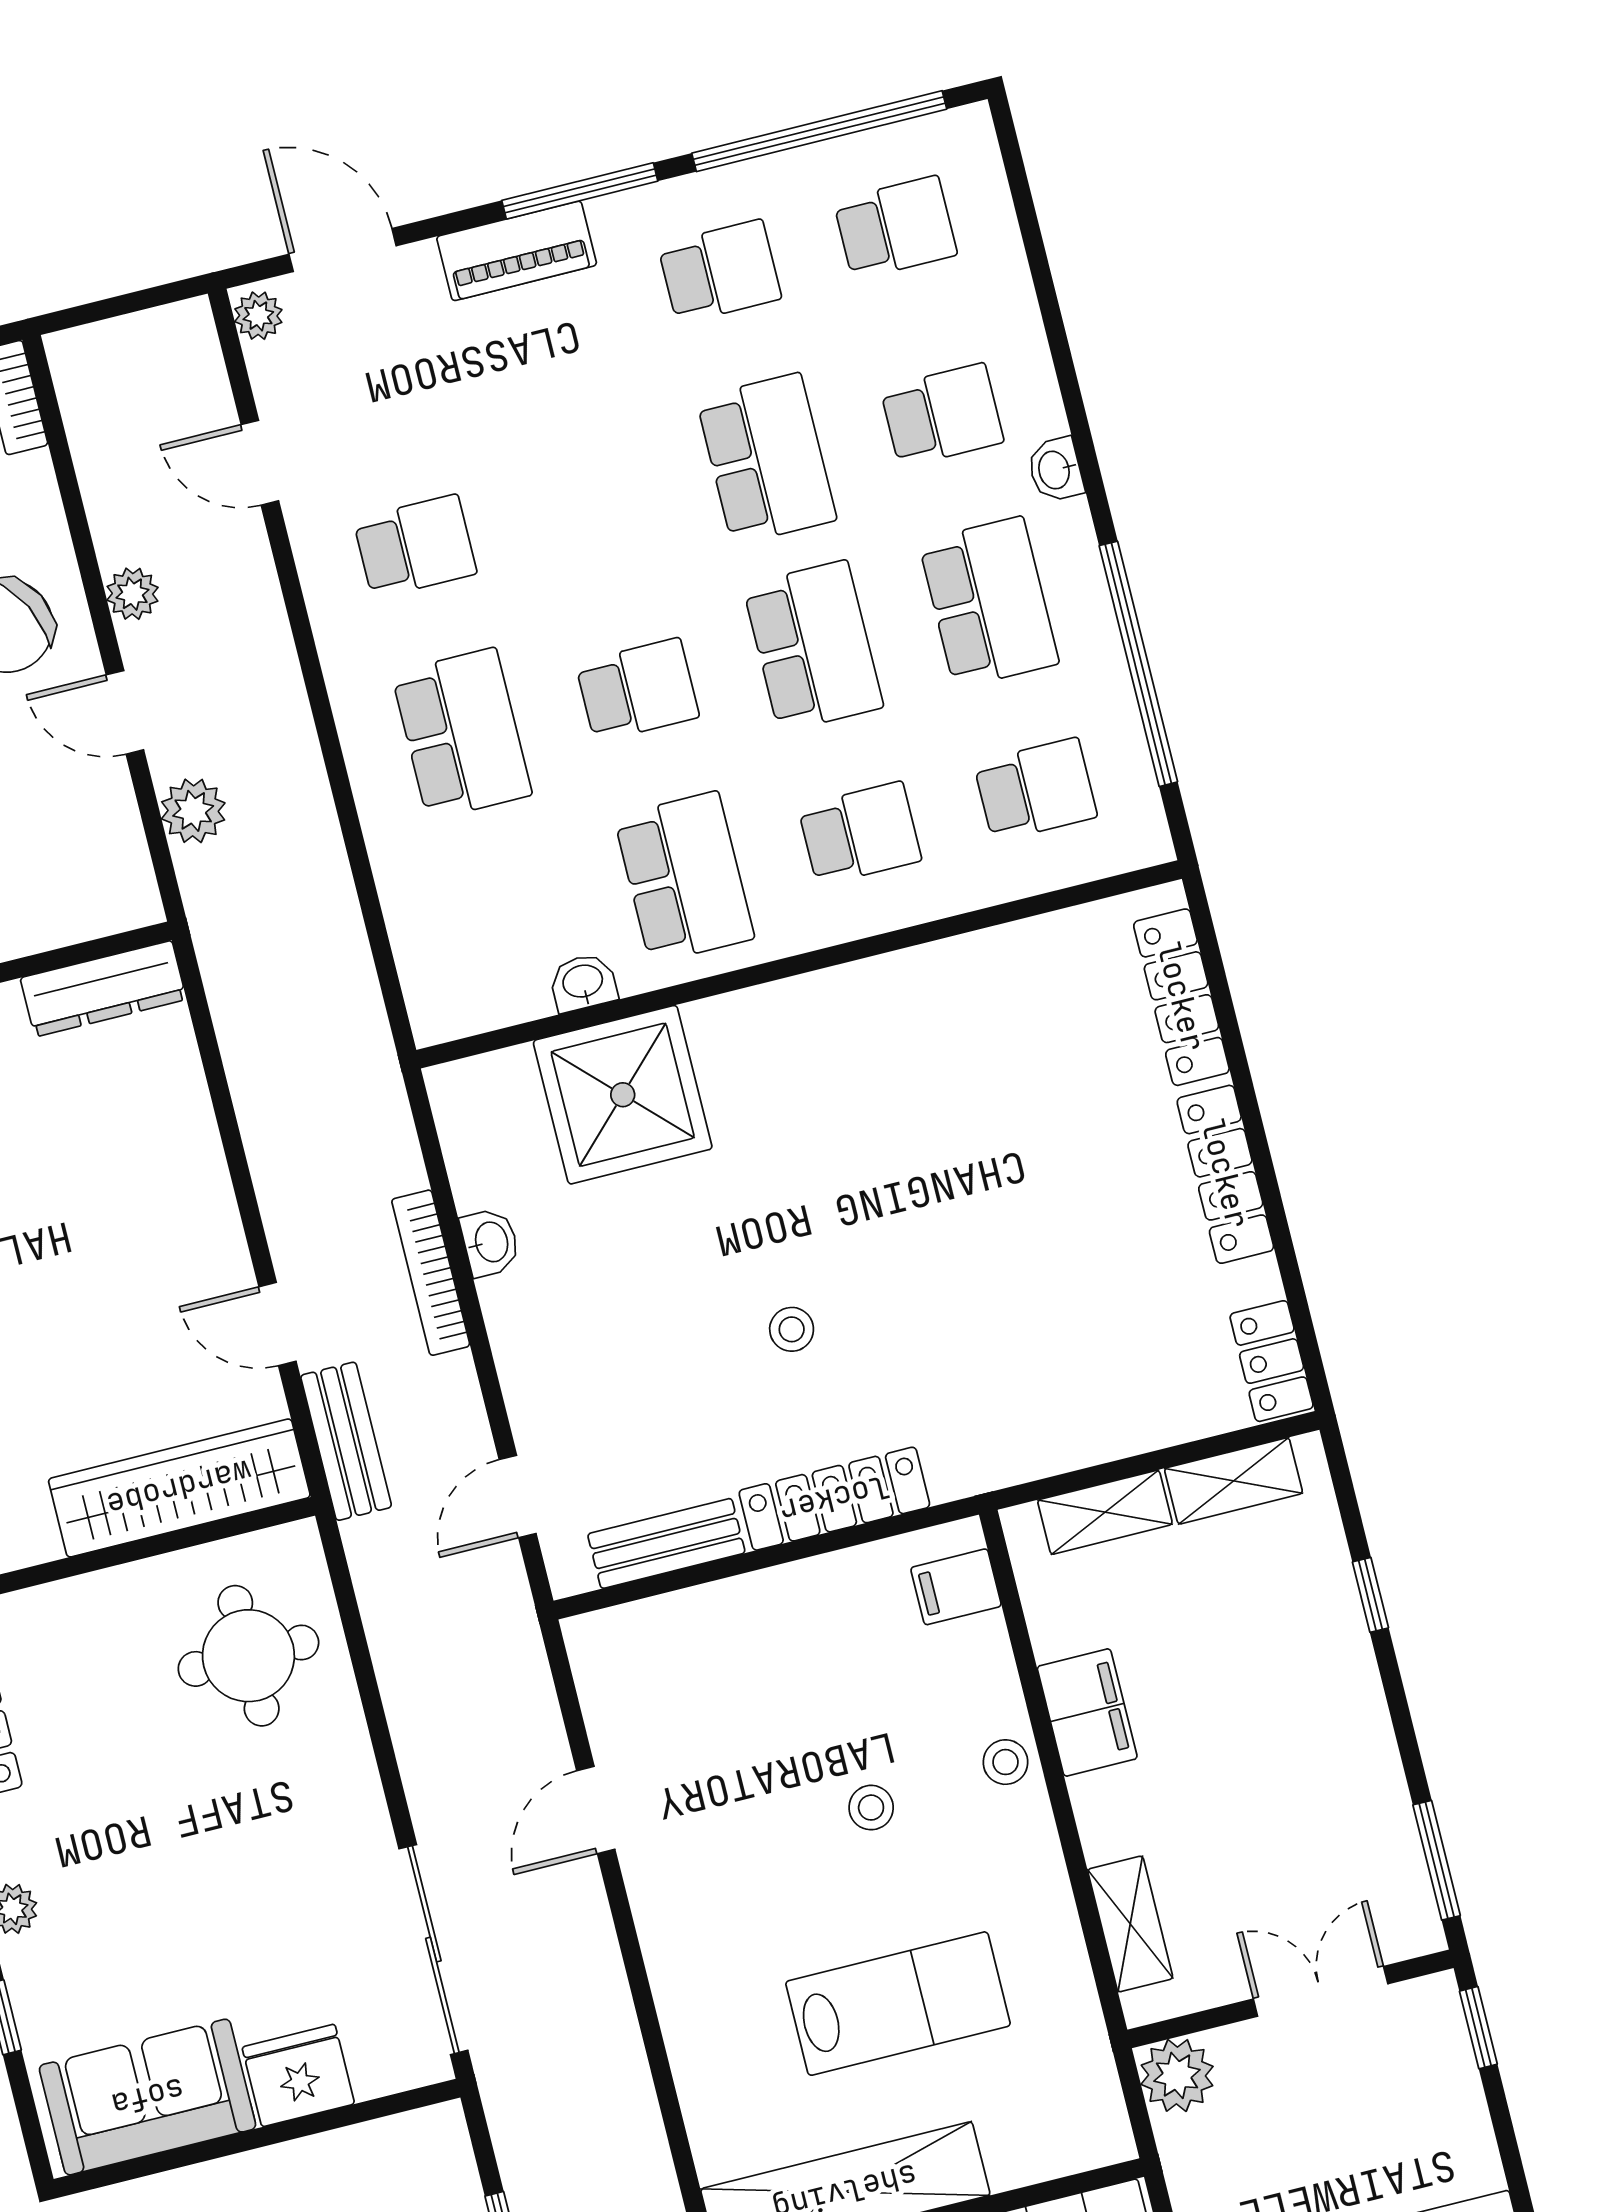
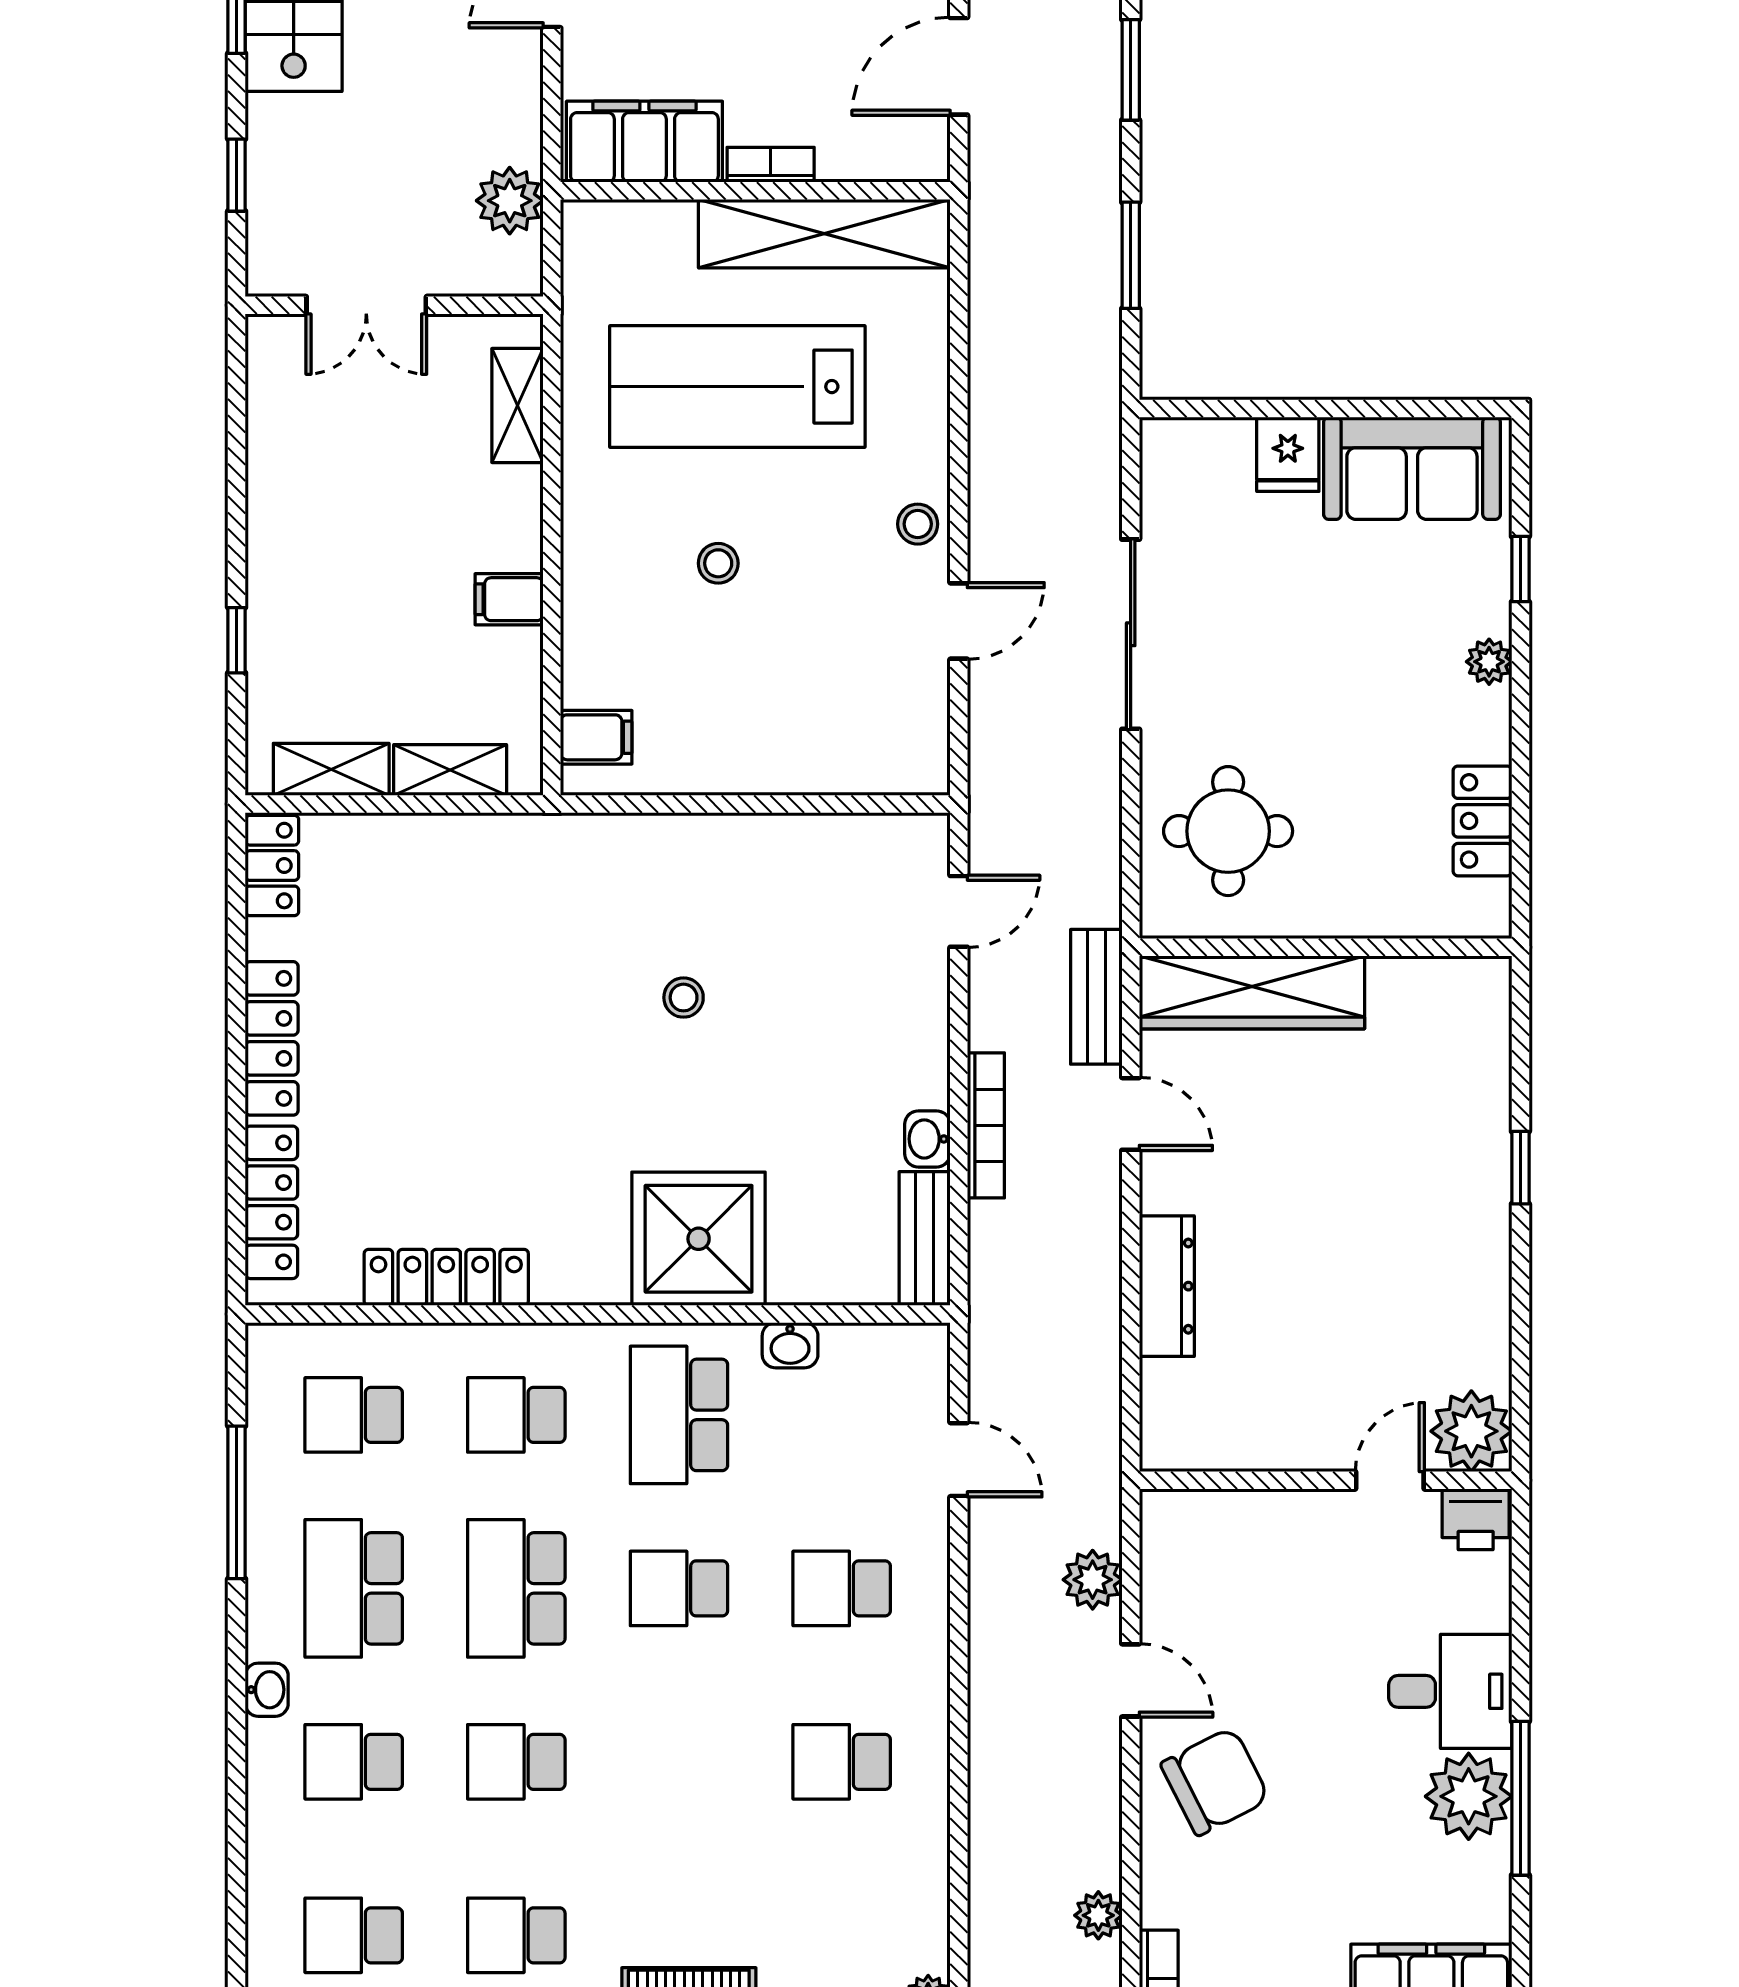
school desk: (766, 459) -> (516, 1762), width x0.54
door: (260, 463) -> (959, 1460), moved
plant: (132, 594) -> (1098, 1915), moved
window: (1138, 664) -> (237, 1502), width x0.68
school desk: (462, 734) -> (842, 1588), width x0.54
dresser: (103, 989) -> (1167, 1286), moved, turned 90
shower: (623, 1095) -> (699, 1239), moved
locker: (834, 1499) -> (446, 1277), moved, turned 180
bench: (666, 1543) -> (925, 1239), moved, turned 90
filing cabinet: (1087, 1713) -> (509, 599), width x0.50
stool: (1005, 1762) -> (918, 524), moved
window: (1437, 1860) -> (237, 394), removed
sliding door: (433, 1950) -> (1131, 634), moved
lab bench: (898, 2004) -> (737, 387), width x1.36, depth x1.39
window: (1478, 2028) -> (237, 175), moved
fridge: (298, 2075) -> (1288, 454), width x0.72
plant: (1177, 2075) -> (510, 201), moved

